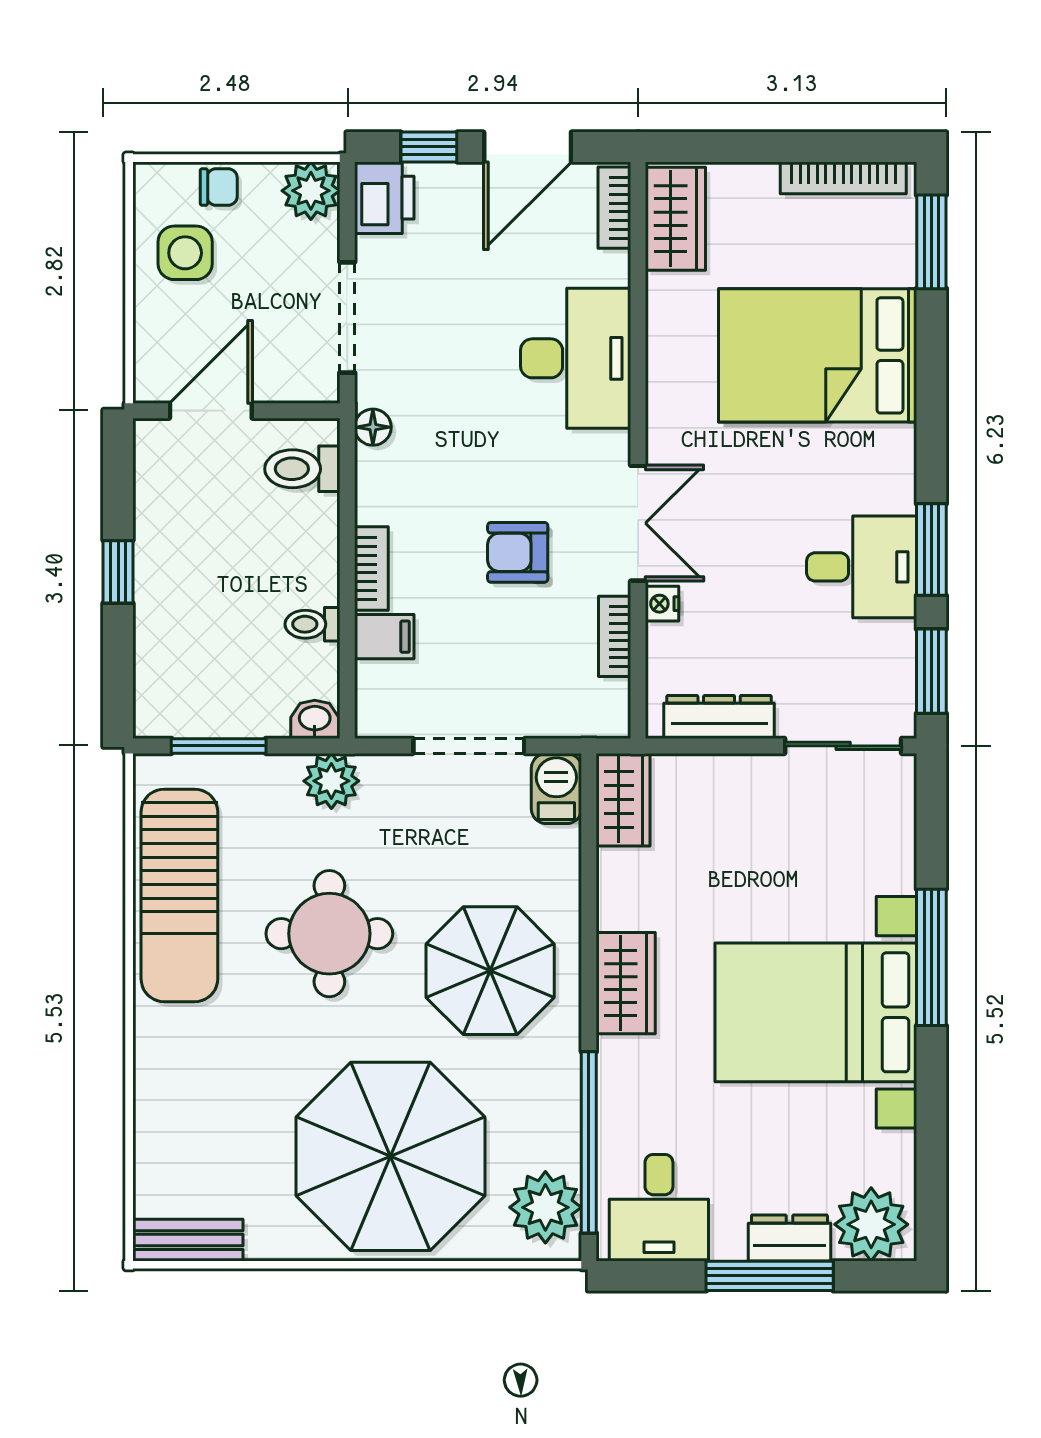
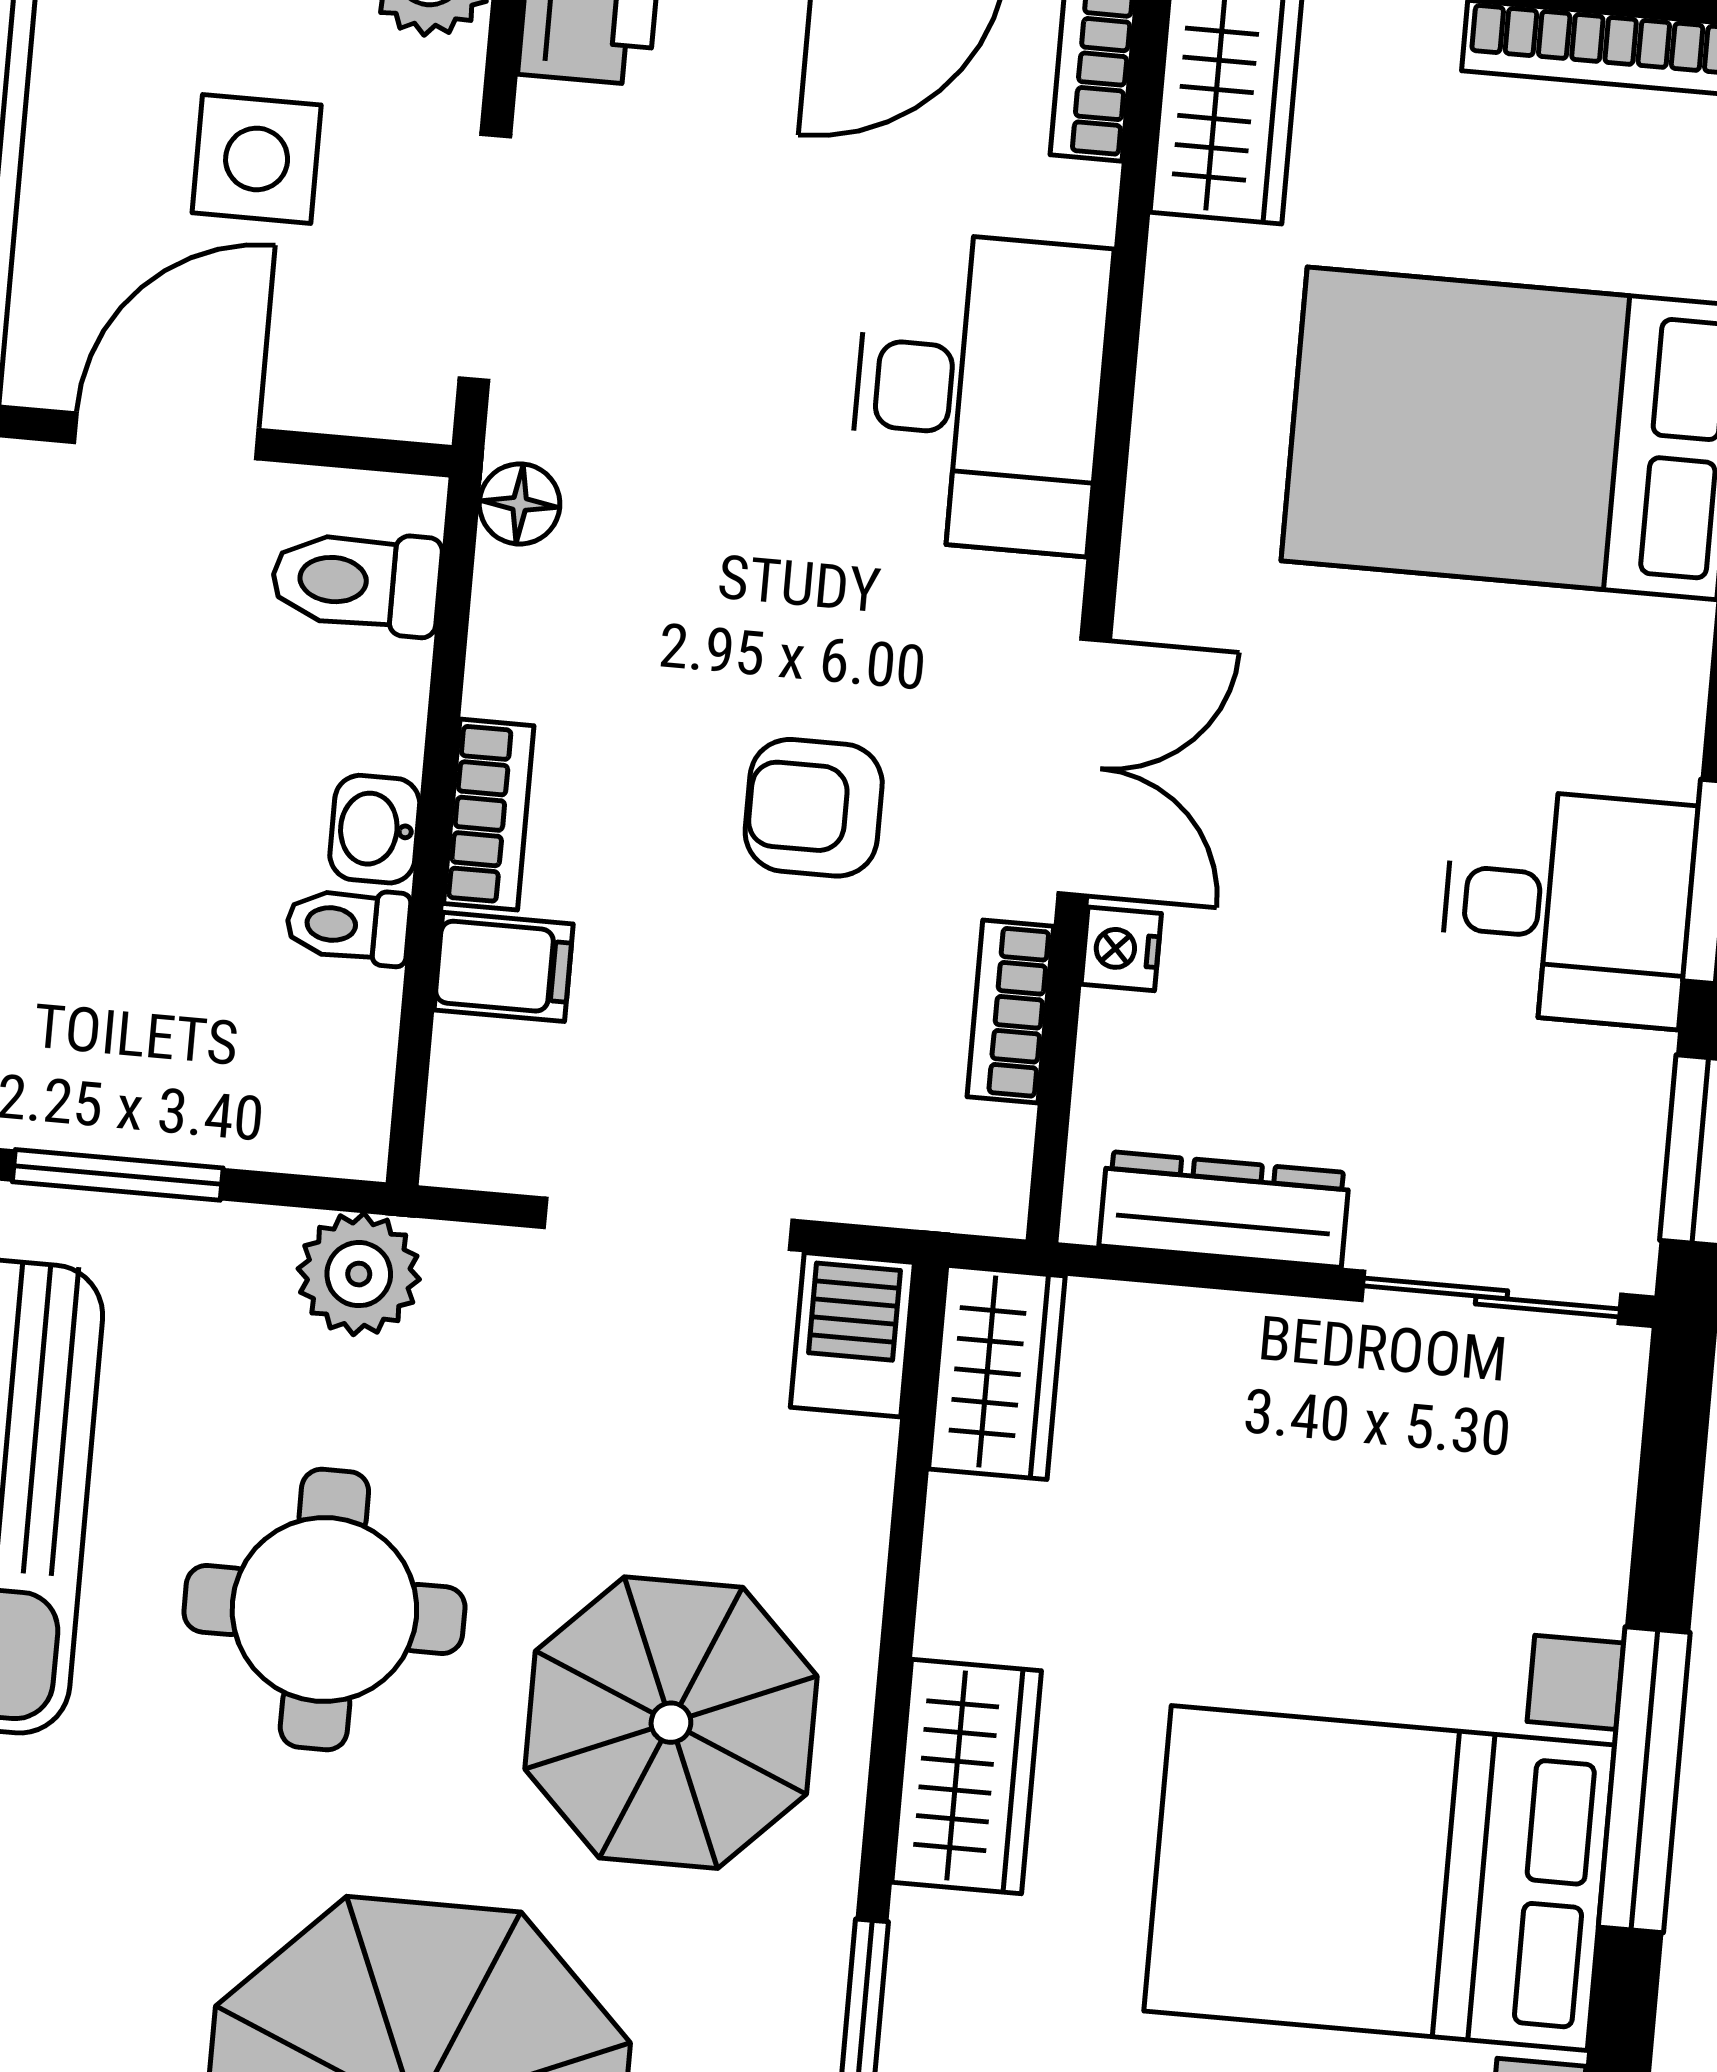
side table: (185, 253) -> (257, 159), moved
washbasin: (315, 719) -> (375, 829), moved, turned -90

